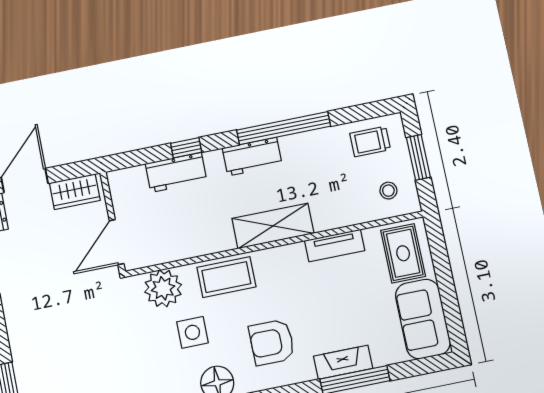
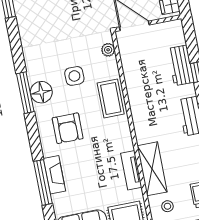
shelving: (273, 226) -> (152, 169), moved
plant: (163, 288) -> (108, 50), width x0.53, depth x0.53
armchair: (272, 342) -> (68, 128), turned 180

